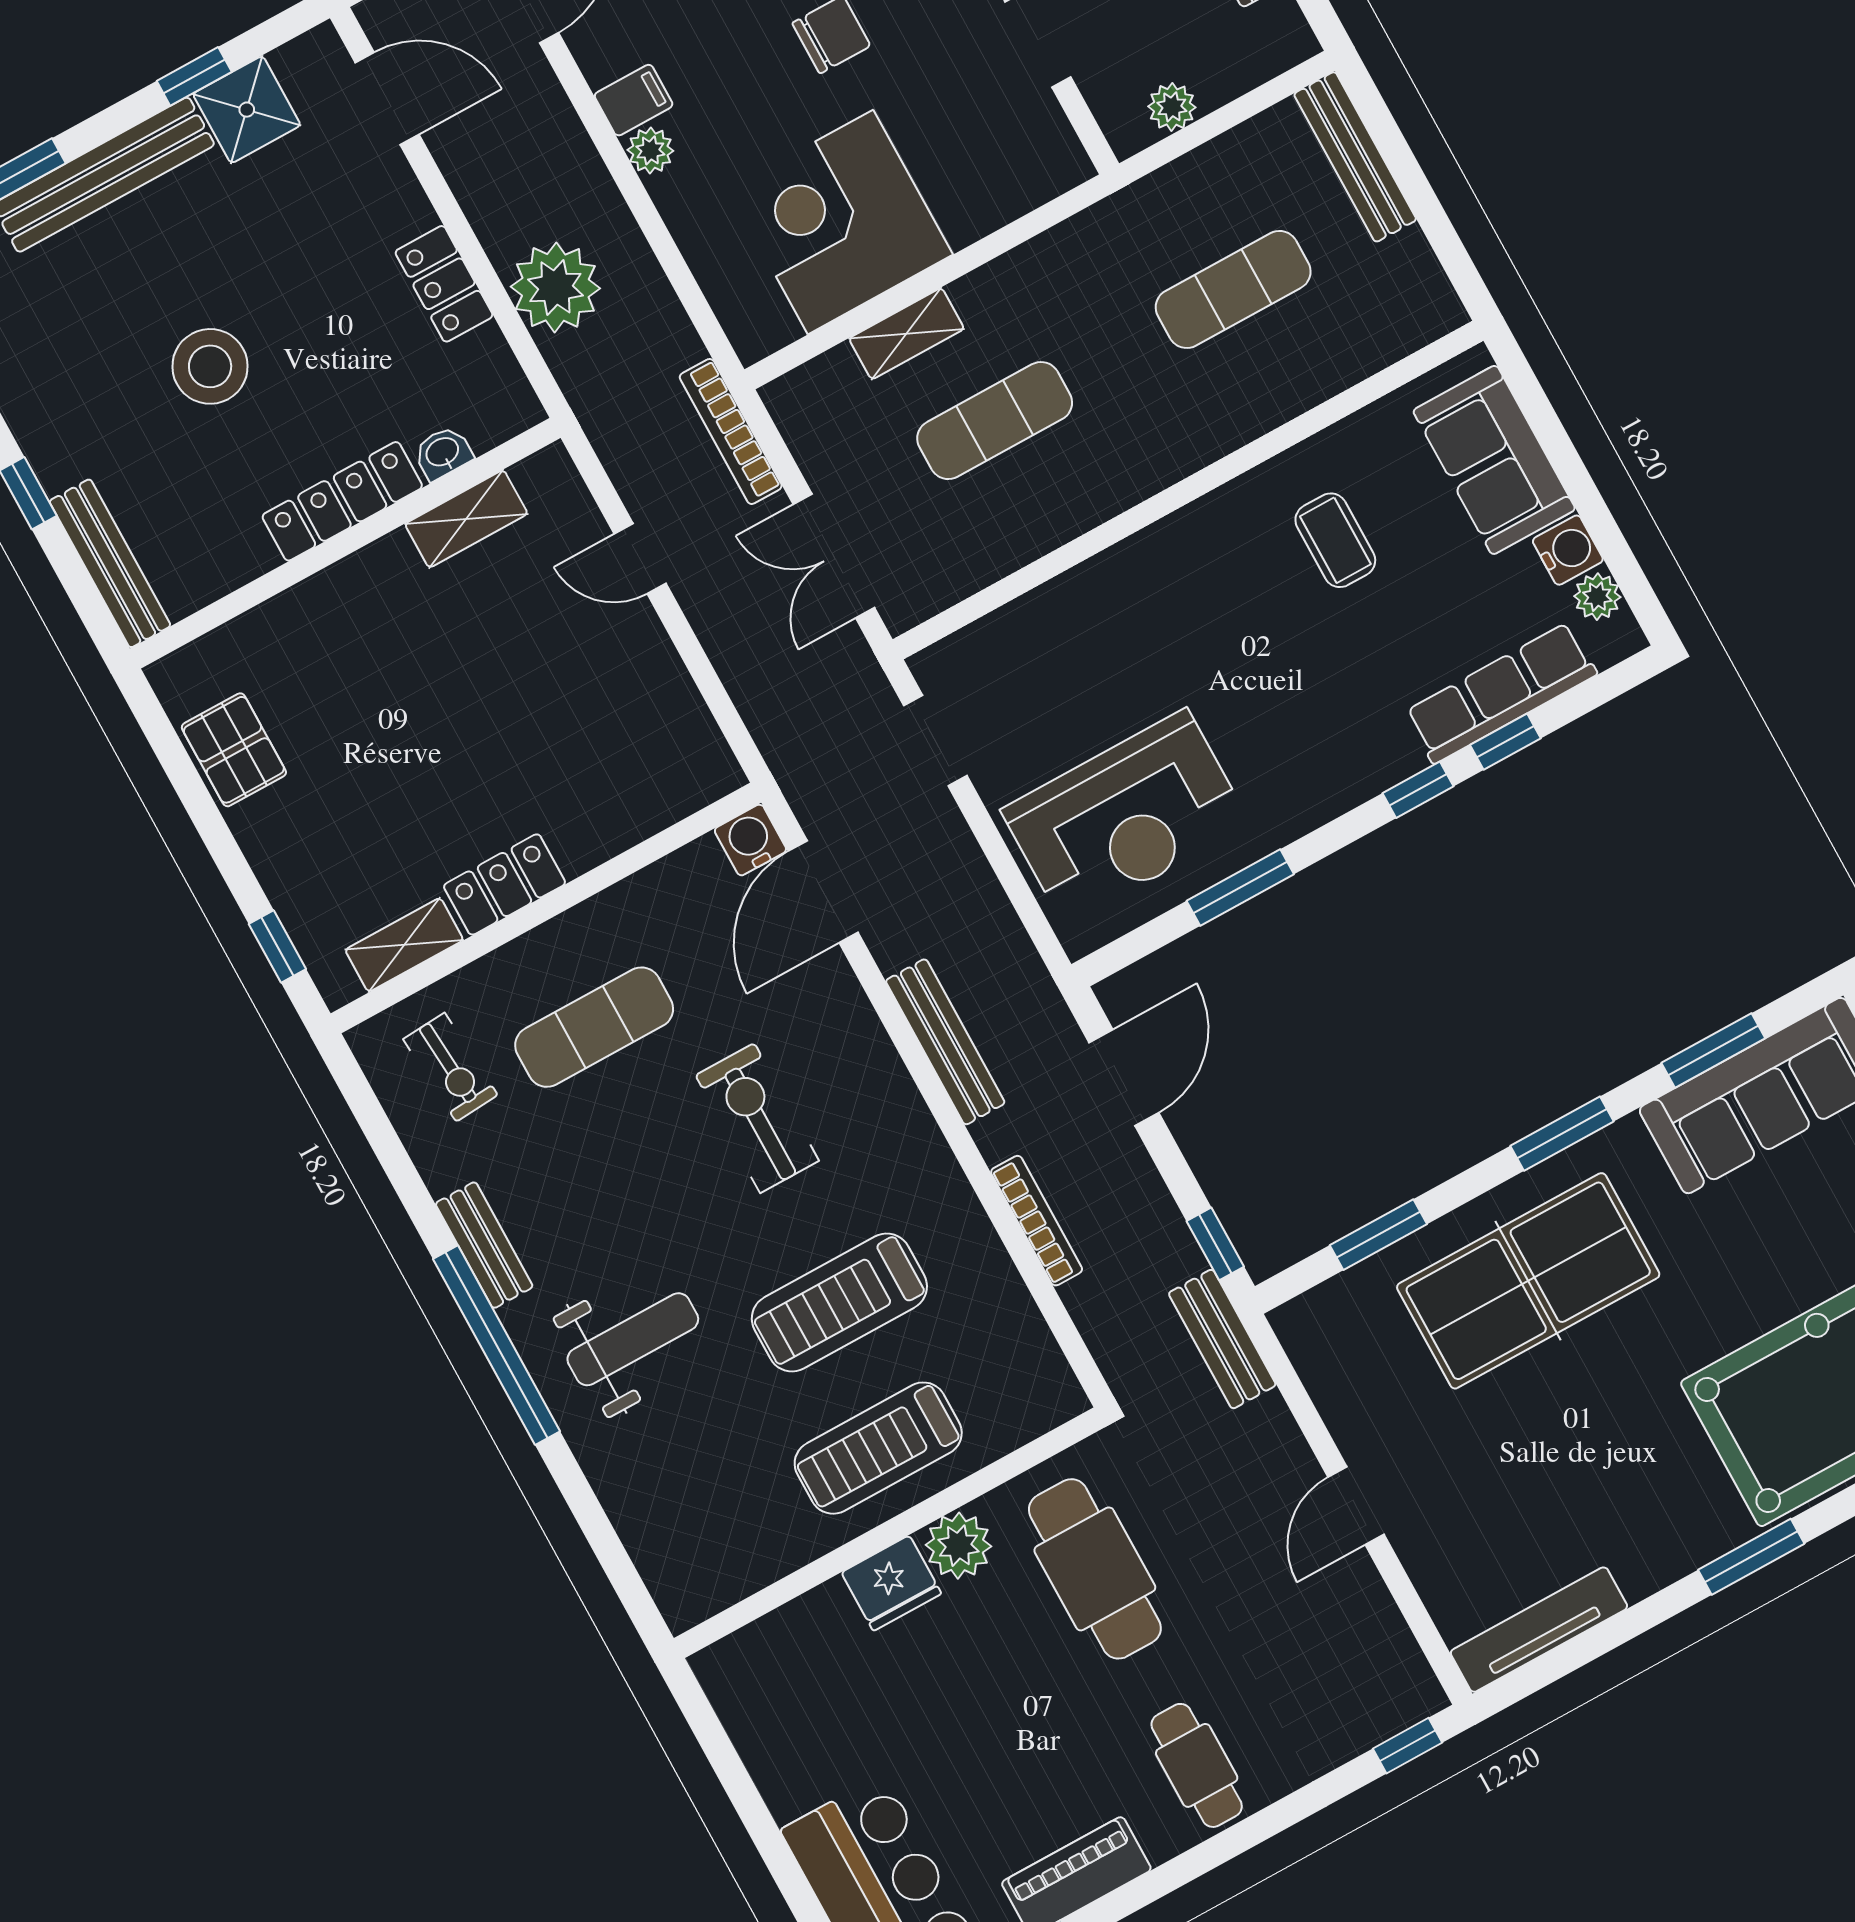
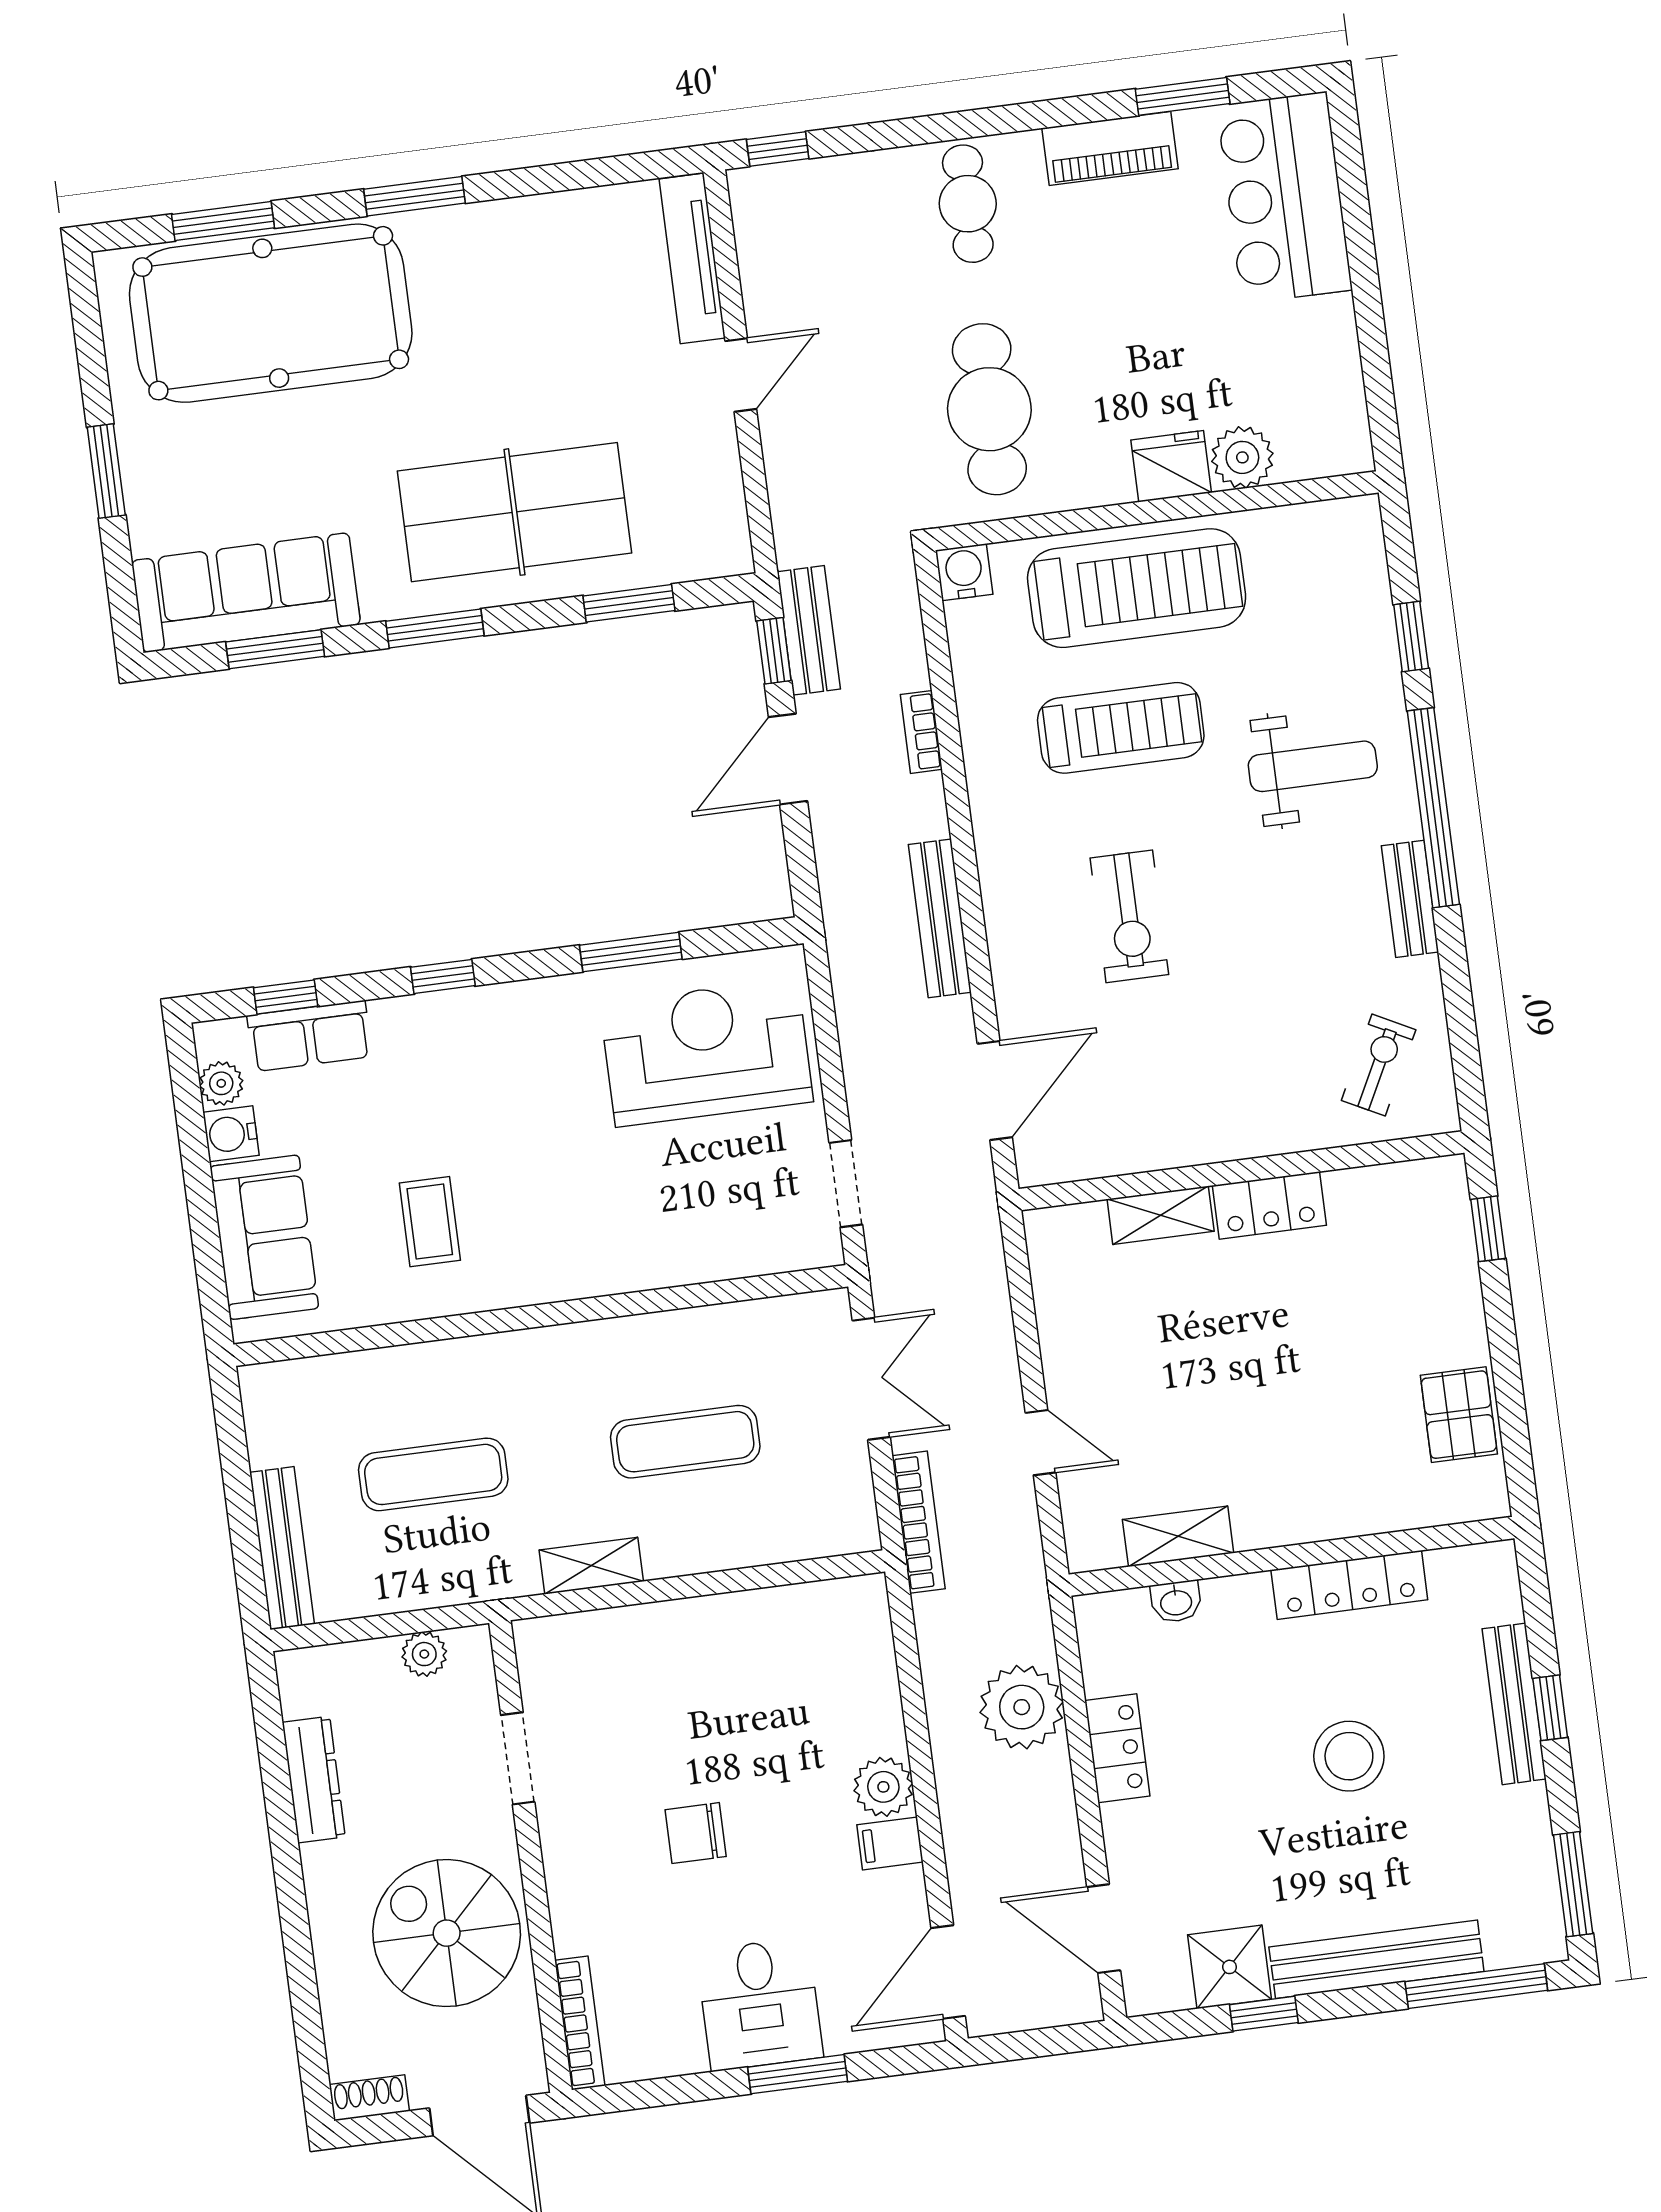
plant: (650, 150) -> (883, 1787), width x1.38, depth x1.38
corner desk: (841, 222) -> (752, 1667), removed
shelving: (907, 334) -> (591, 1566), moved
locker: (342, 501) -> (1349, 1585), moved
bench: (110, 563) -> (1514, 1704), moved
row of seats: (1501, 693) -> (309, 1036), width x0.68
window: (1505, 742) -> (286, 997), moved
water cooler: (750, 840) -> (964, 572), moved, turned 180
shelving: (404, 945) -> (1161, 1215), moved
exercise mat: (594, 1027) -> (1240, 1051), removed
exercise bike: (450, 1067) -> (1379, 1065), turned 31
door: (1124, 1078) -> (788, 759), moved
bookcase: (1037, 1221) -> (921, 732), width x0.64
weight bench: (633, 1339) -> (1313, 766), turned 180
bench: (1222, 1339) -> (809, 630), moved
treadmill: (878, 1448) -> (1137, 588), width x1.37, depth x1.38
window: (586, 1507) -> (1411, 636), added
plant: (958, 1546) -> (1242, 457), moved
tv unit: (1539, 1630) -> (692, 258), moved, turned 90

